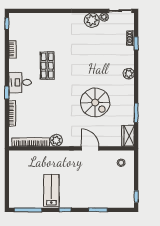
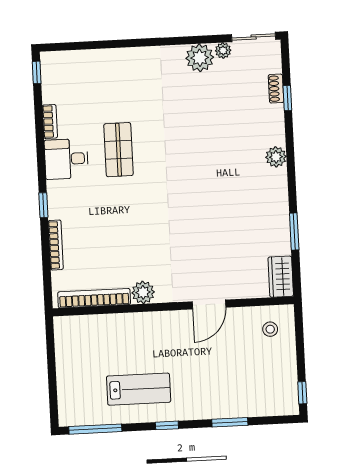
desk: (20, 82) -> (66, 159), moved
spiral stairs: (95, 102) -> (214, 216), removed
door: (90, 148) -> (209, 305), swing flipped
lab bench: (51, 190) -> (139, 389), turned 90

